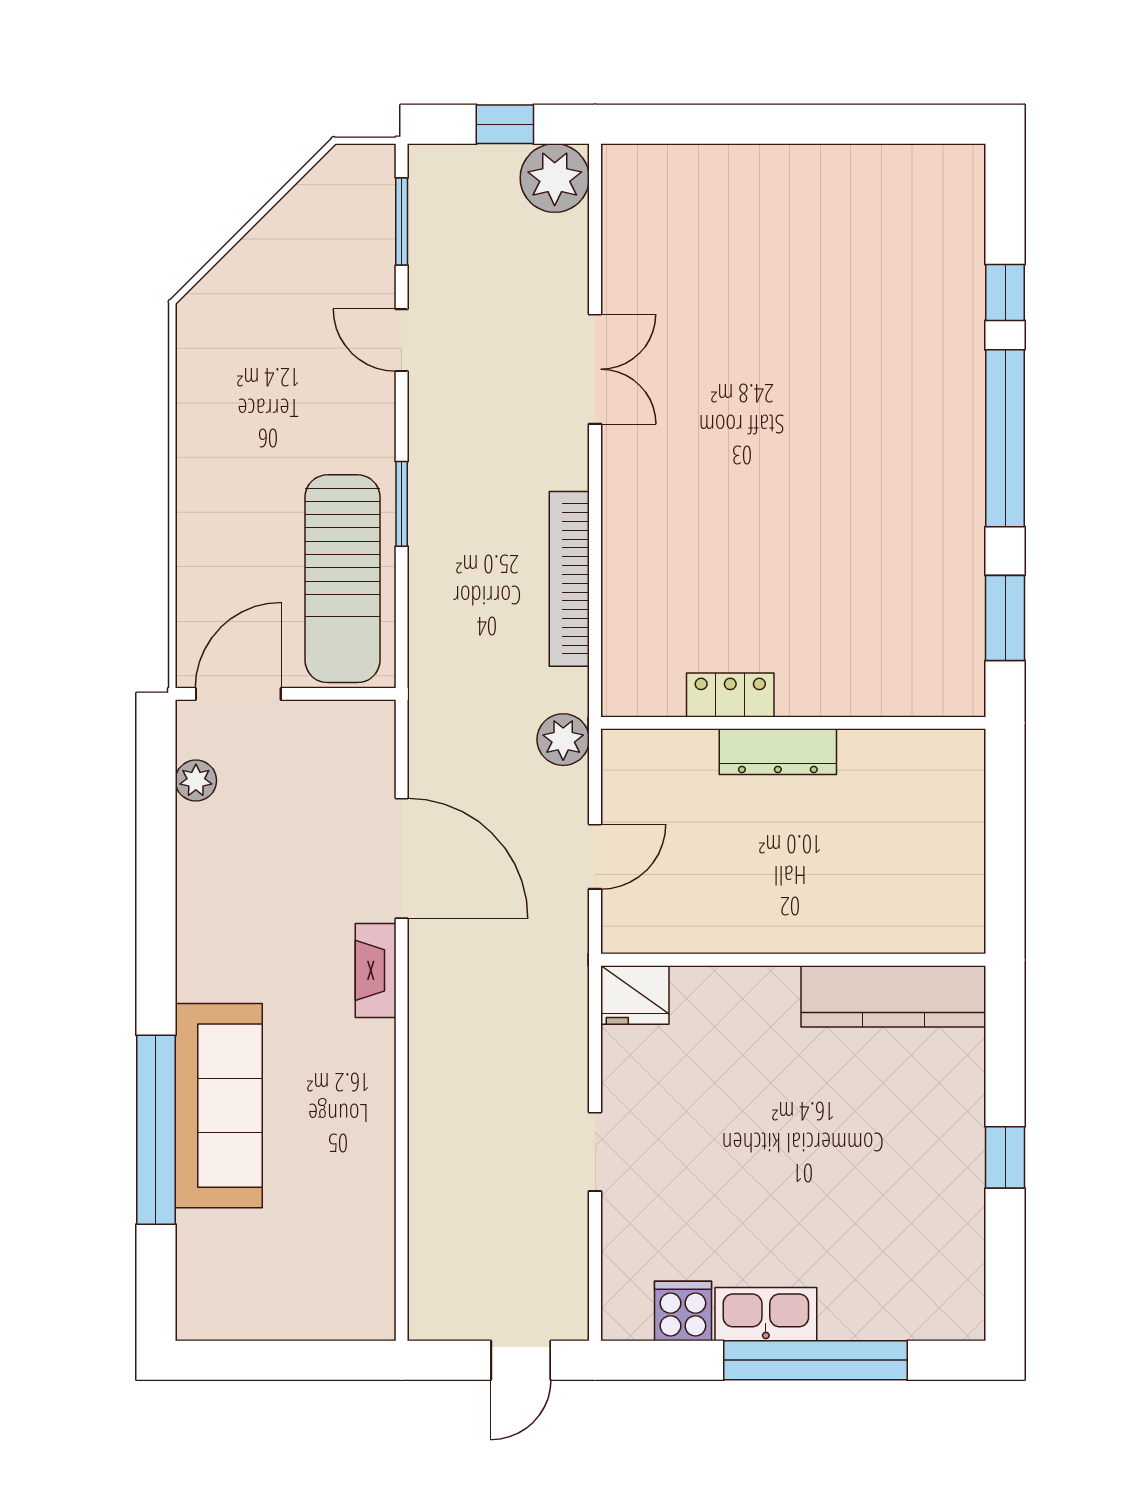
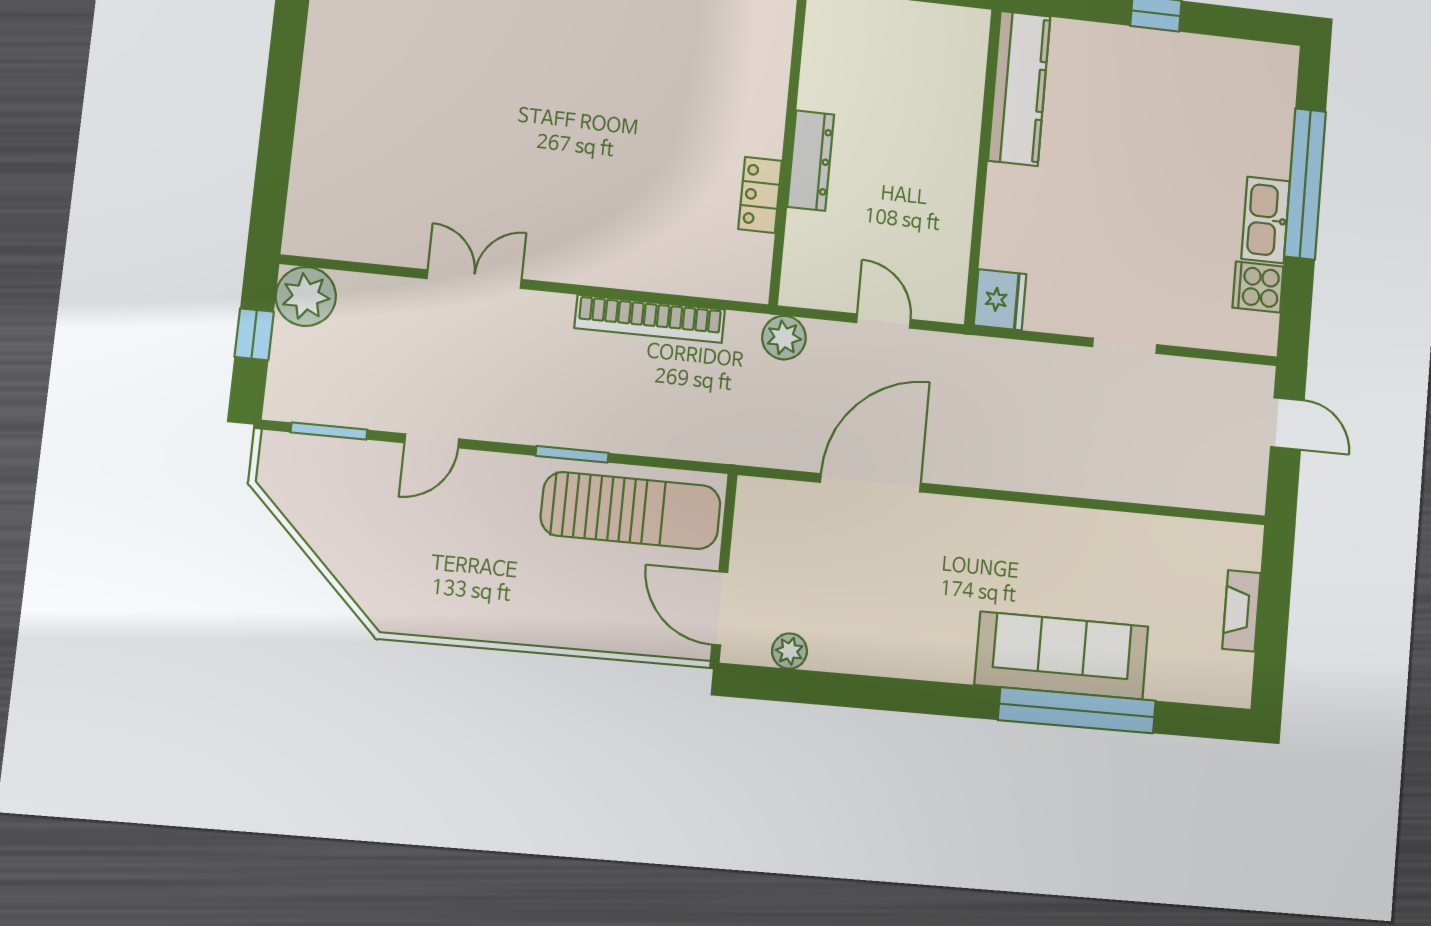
fireplace: (376, 970) -> (1241, 611), moved, turned 90

